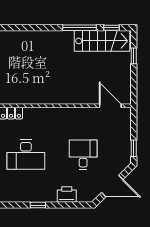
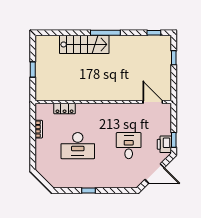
window: (79, 28) -> (105, 33), moved
stairs: (102, 41) -> (84, 44), moved
printer: (67, 195) -> (164, 144), moved, turned -90

